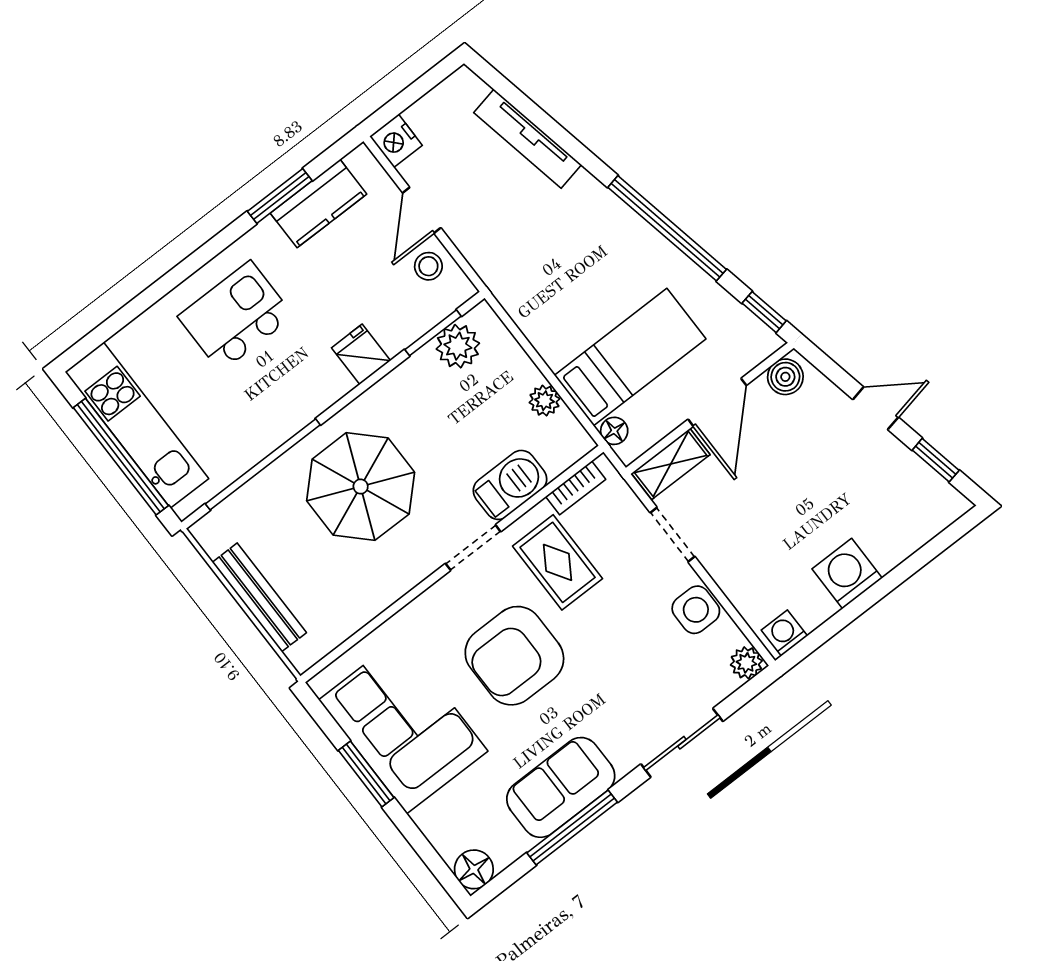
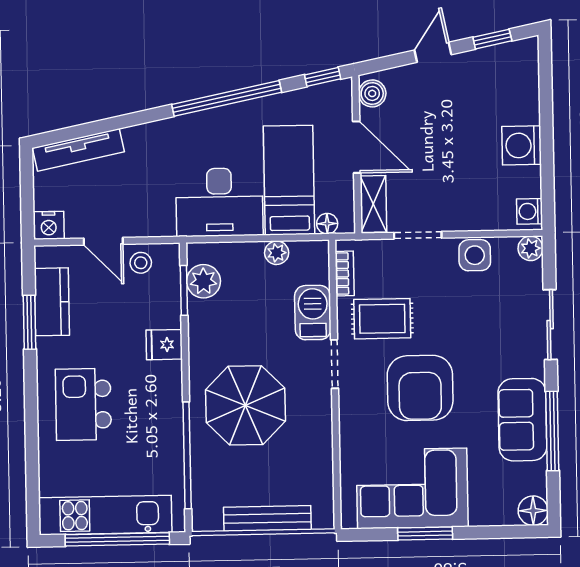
tv unit: (528, 139) -> (78, 150), moved
desk: (553, 301) -> (219, 202), added

